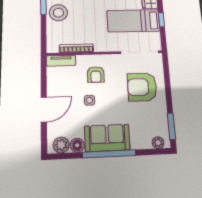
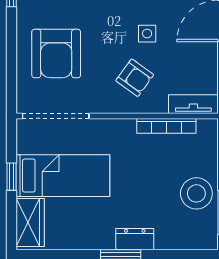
armchair: (96, 75) -> (135, 78), turned 126
armchair: (142, 87) -> (56, 54), turned 90

